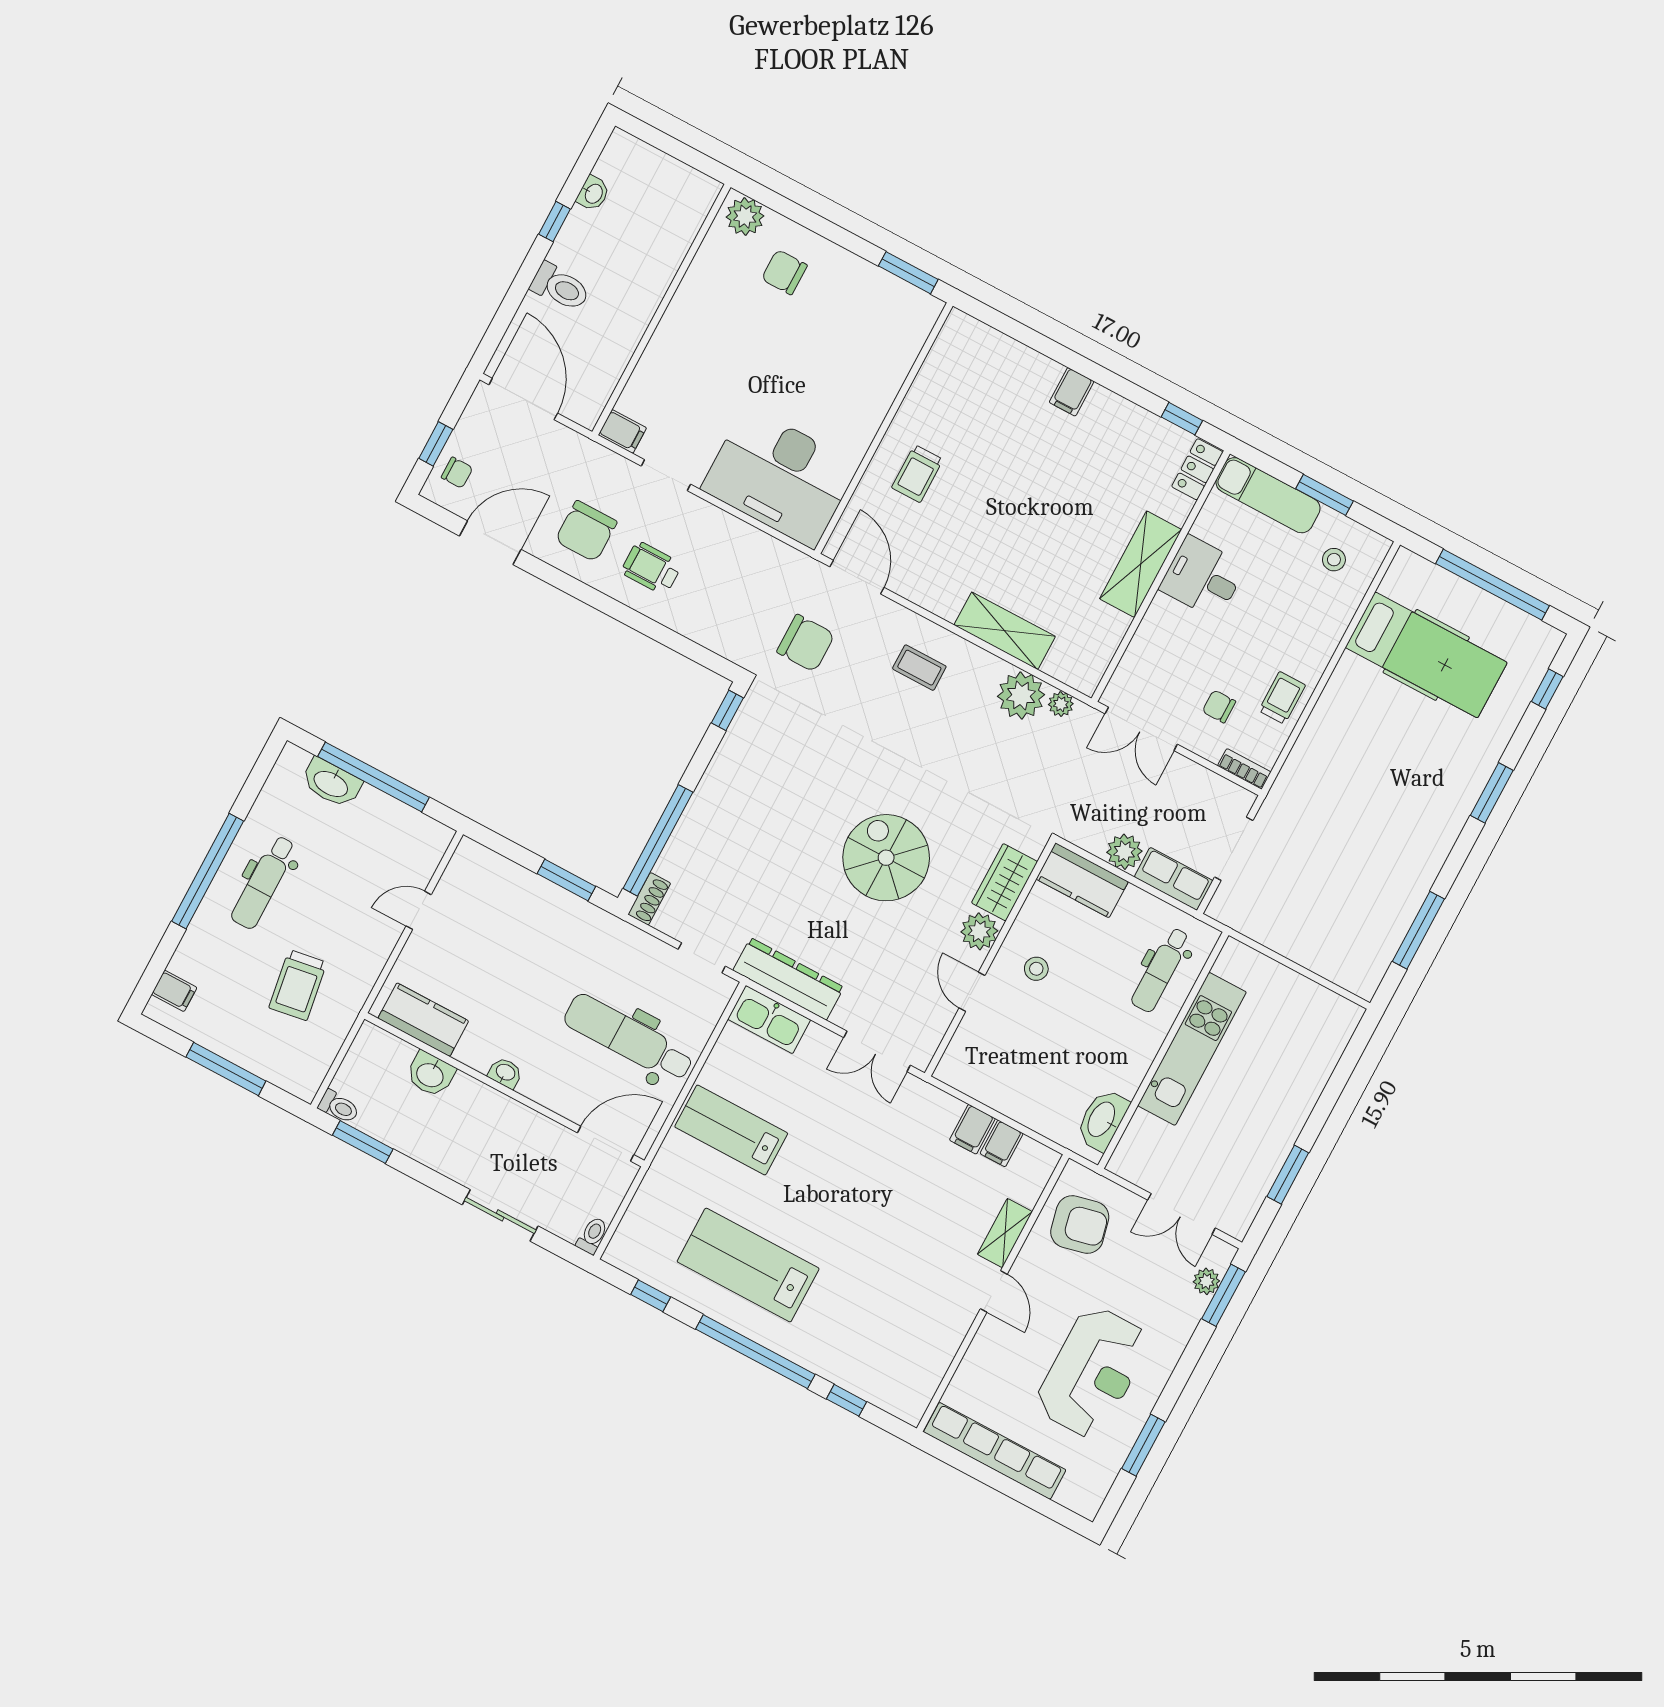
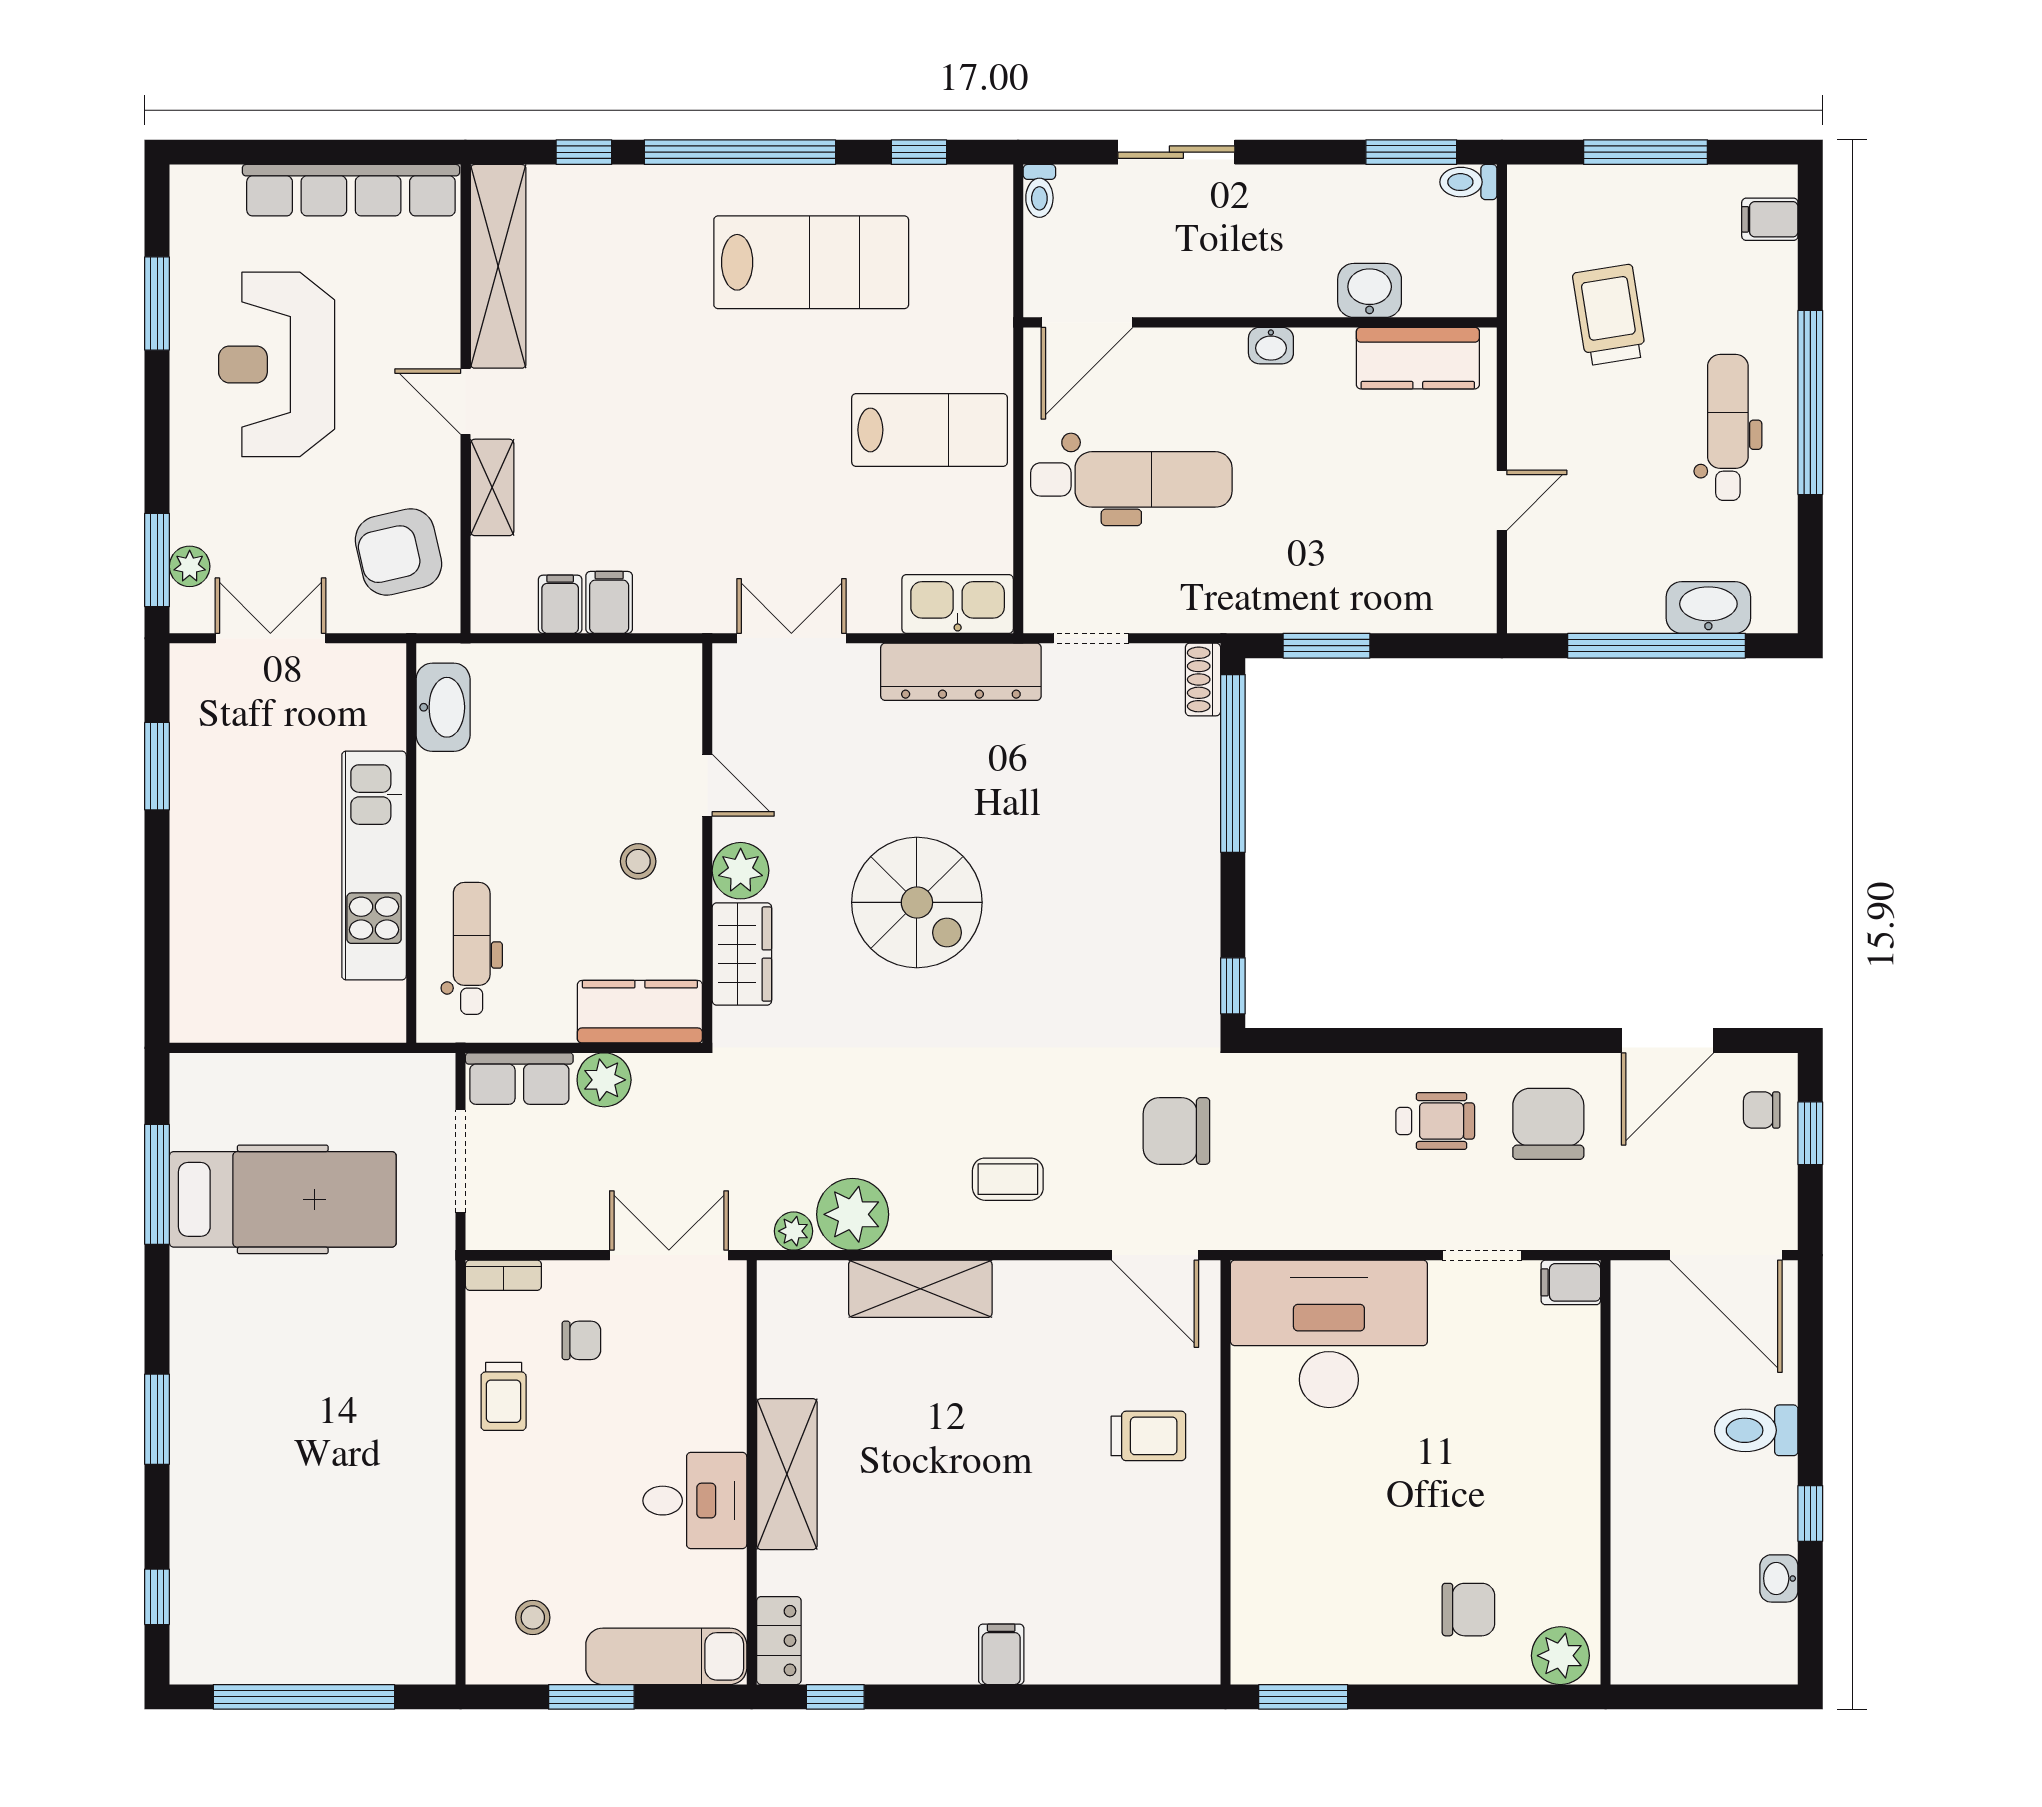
trolley: (917, 474) -> (1148, 1436), turned 90
hospital bed: (1426, 655) -> (283, 1199), moved, turned 180
shelving: (932, 1360) -> (498, 266), added

